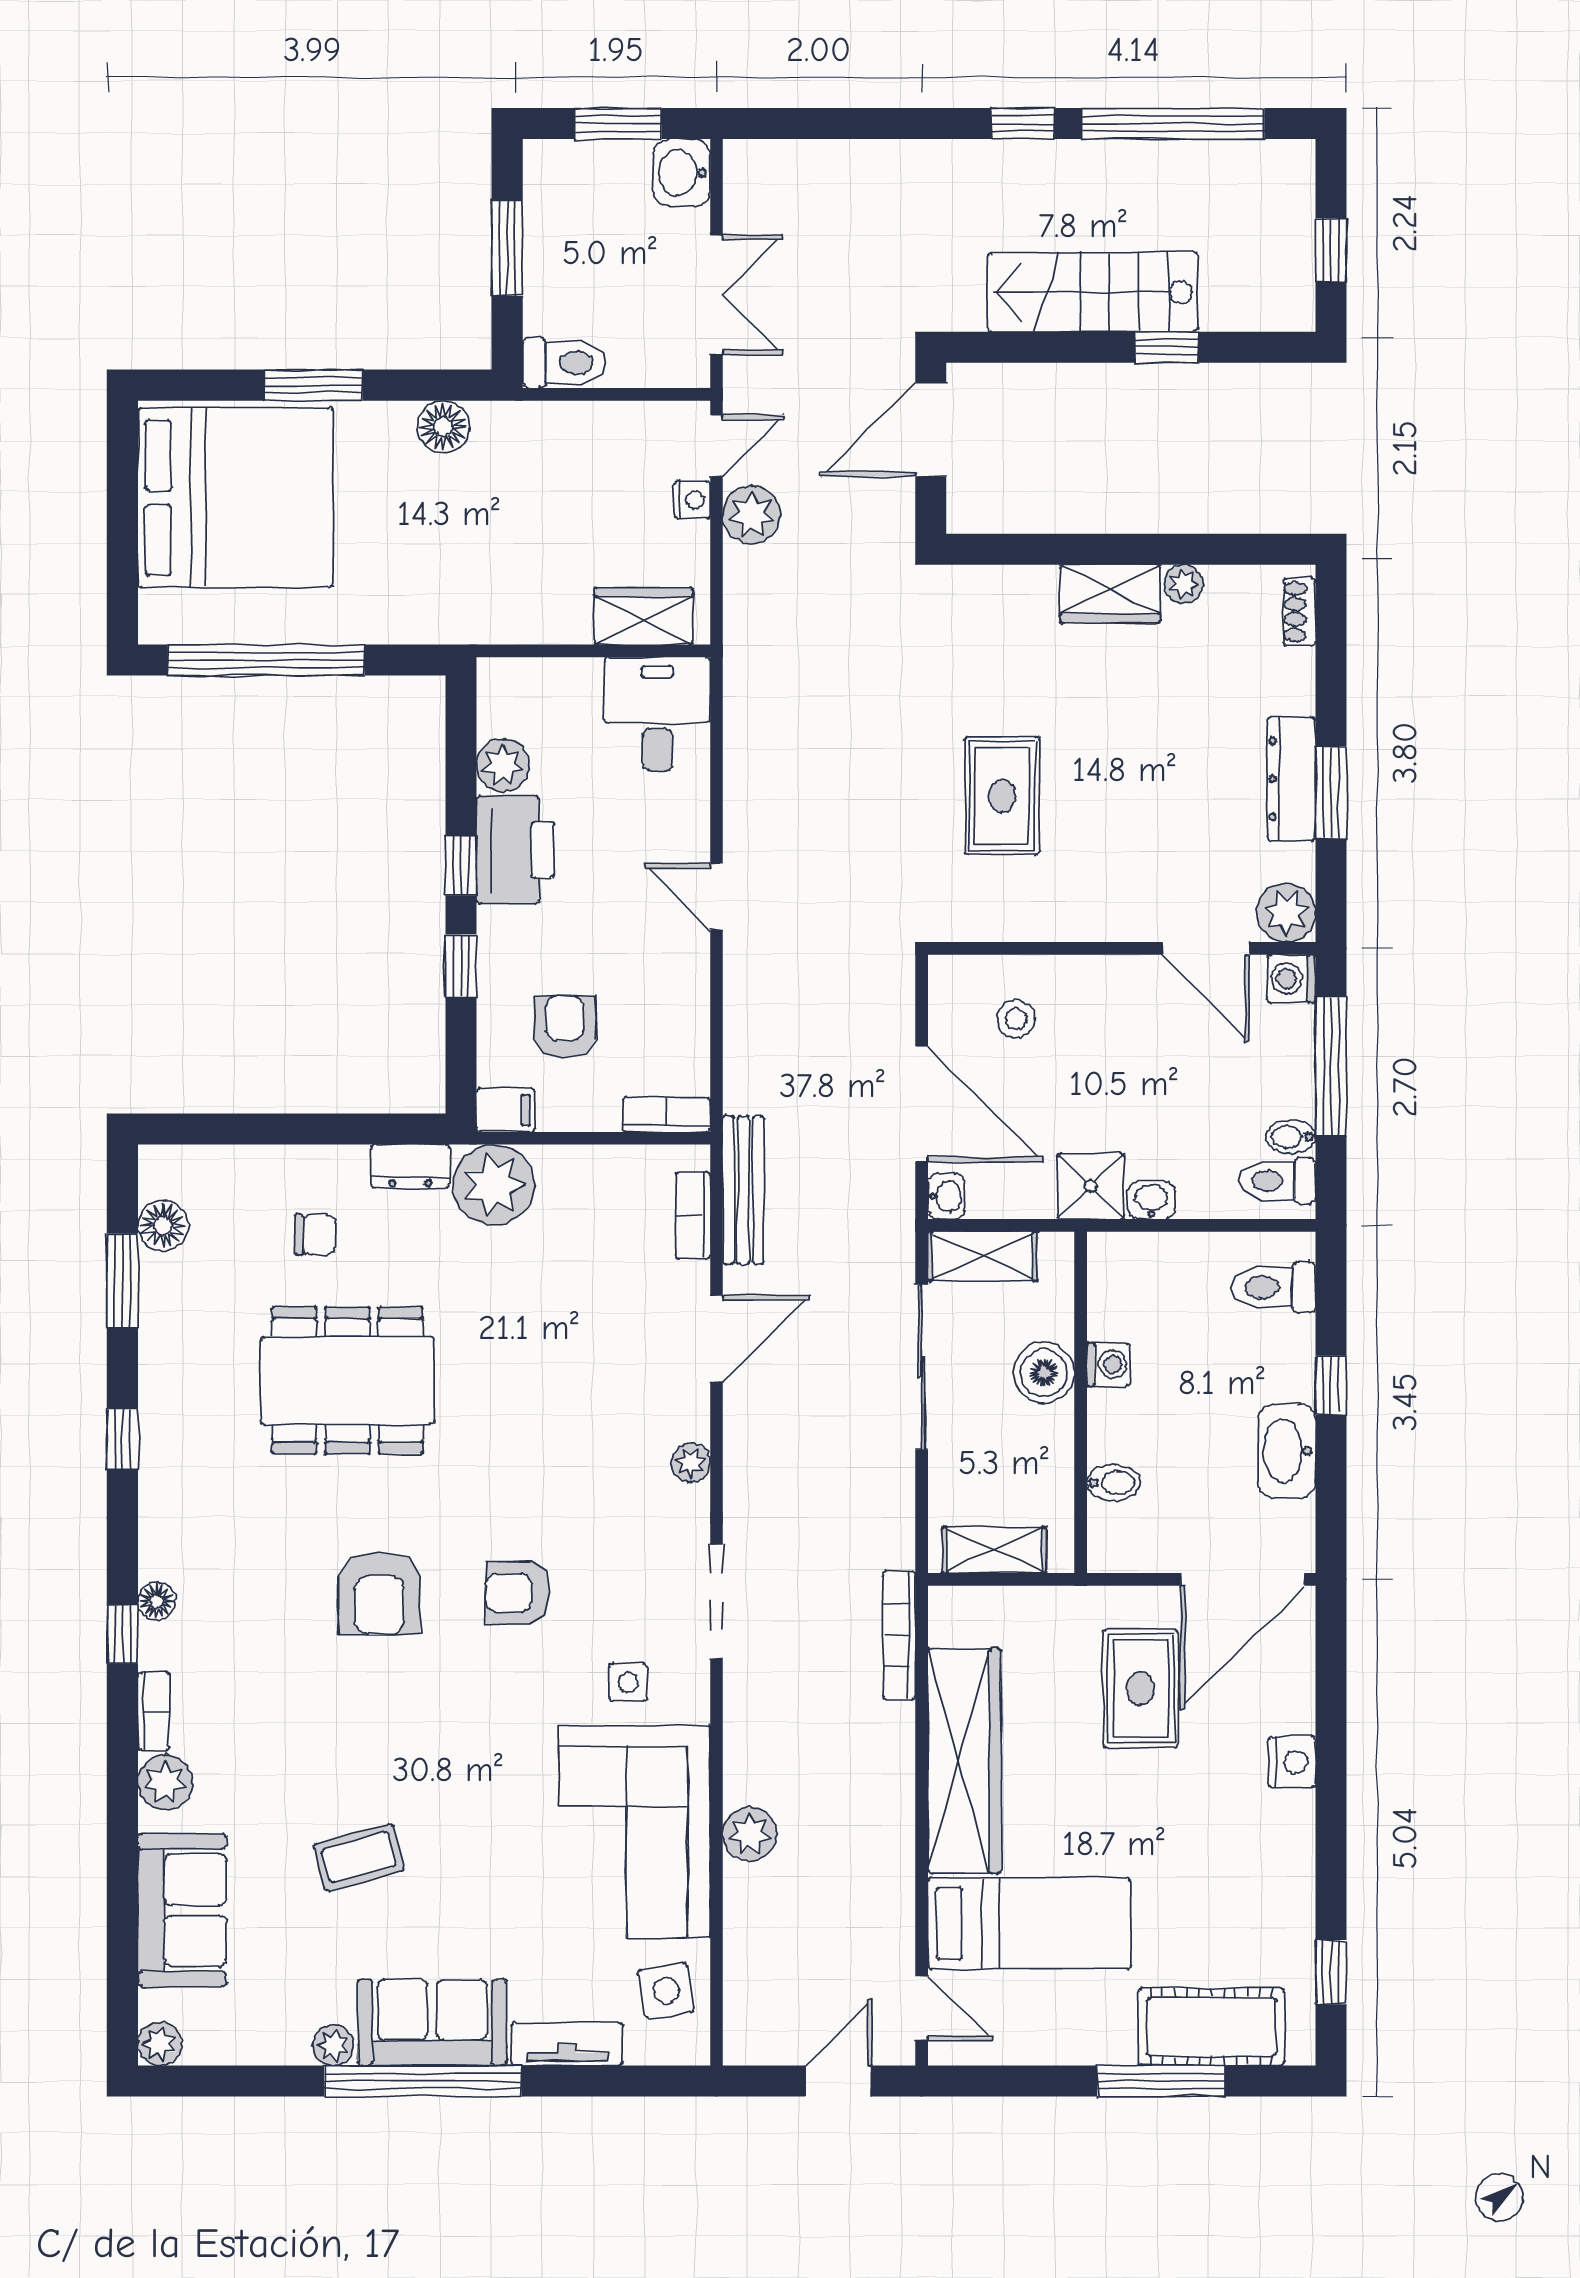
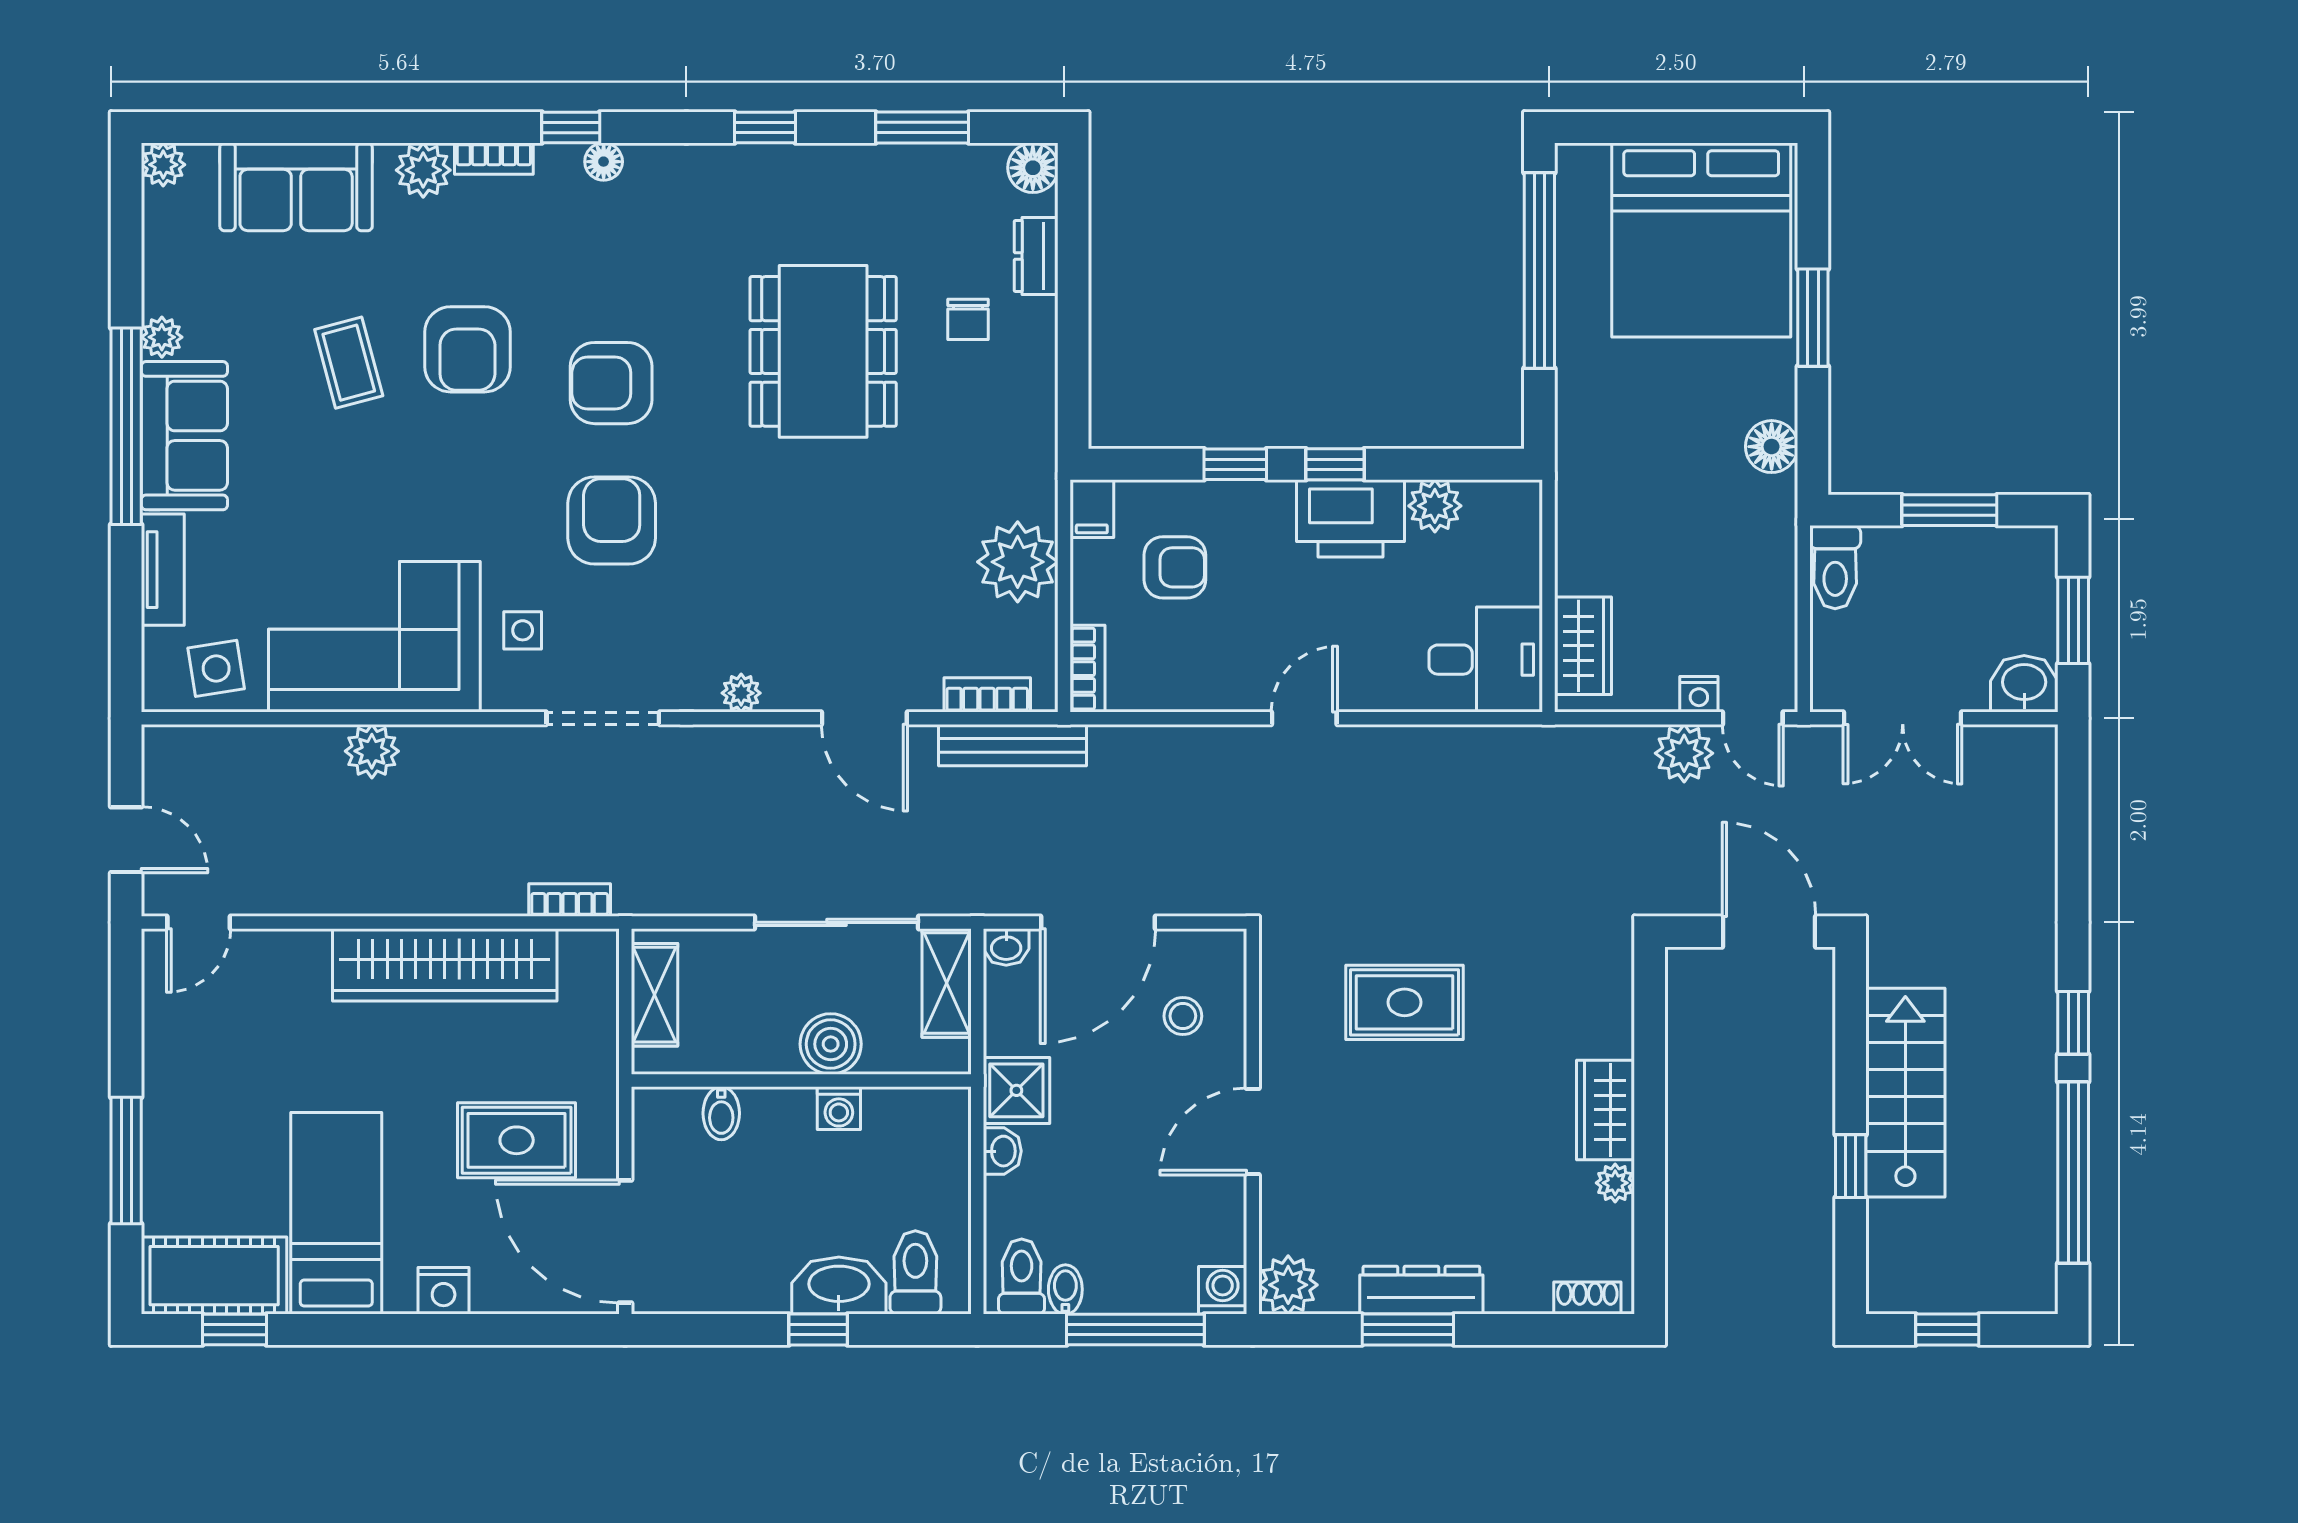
door: (1206, 948) -> (1253, 1131), moved
dresser: (410, 1166) -> (1036, 256), moved
plant: (494, 1185) -> (1018, 562), moved
floor lamp: (163, 1226) -> (1033, 168), moved
washbasin: (1287, 1451) -> (839, 1286), moved
armchair: (518, 1593) -> (612, 521), width x1.38, depth x1.38
bookcase: (899, 1635) -> (570, 900), width x0.64
armchair: (345, 1738) -> (467, 349), added
bed: (1029, 1923) -> (336, 1213), moved, turned 180
cot: (1211, 2027) -> (214, 1276), moved, turned 90

